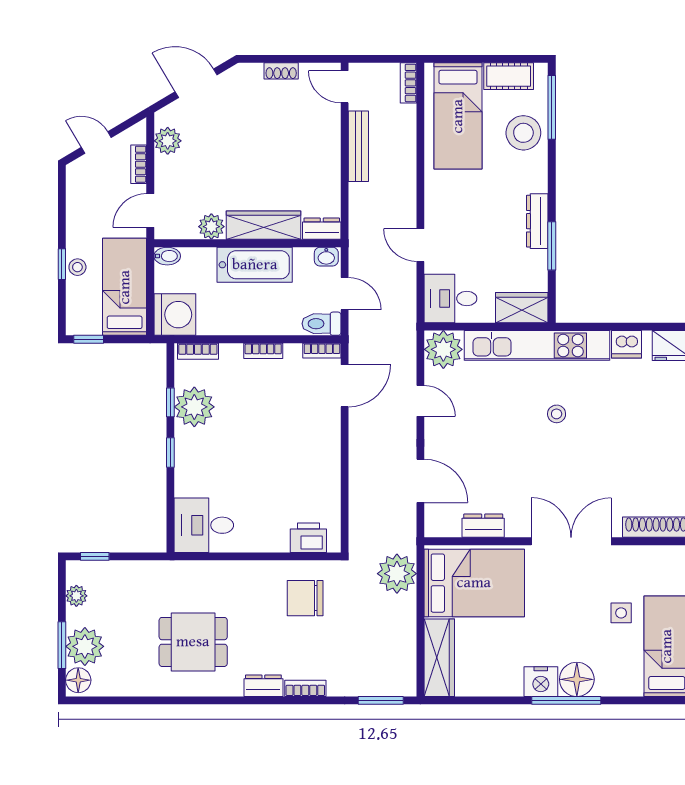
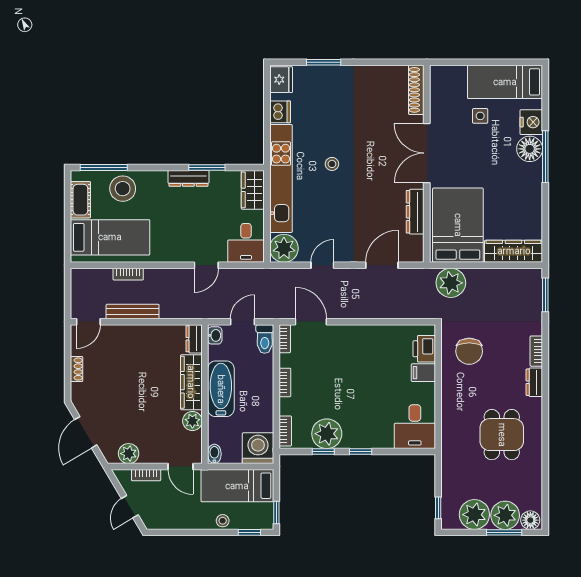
bookcase: (409, 83) -> (128, 274), moved
window: (62, 264) -> (249, 532), moved
dresser: (483, 526) -> (415, 212), width x1.44
filing cabinet: (276, 537) -> (423, 373), added
plant: (76, 596) -> (474, 515), width x1.88, depth x1.88
nightstand: (541, 682) -> (531, 122), moved

